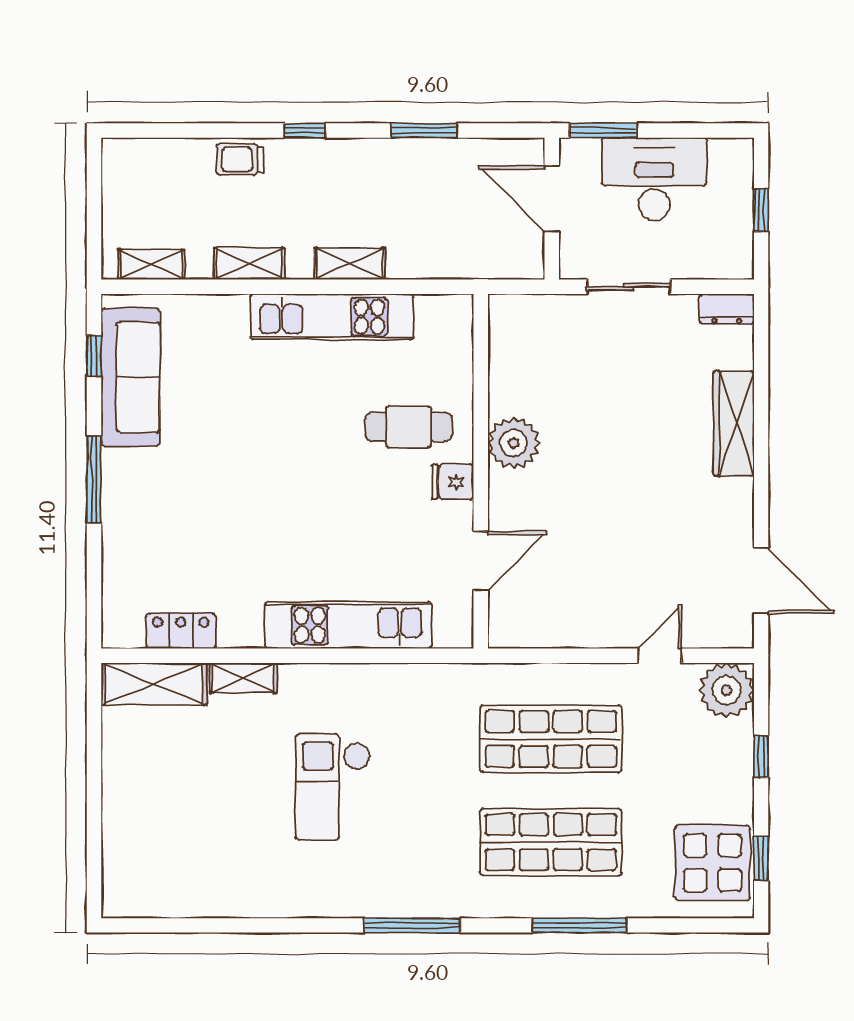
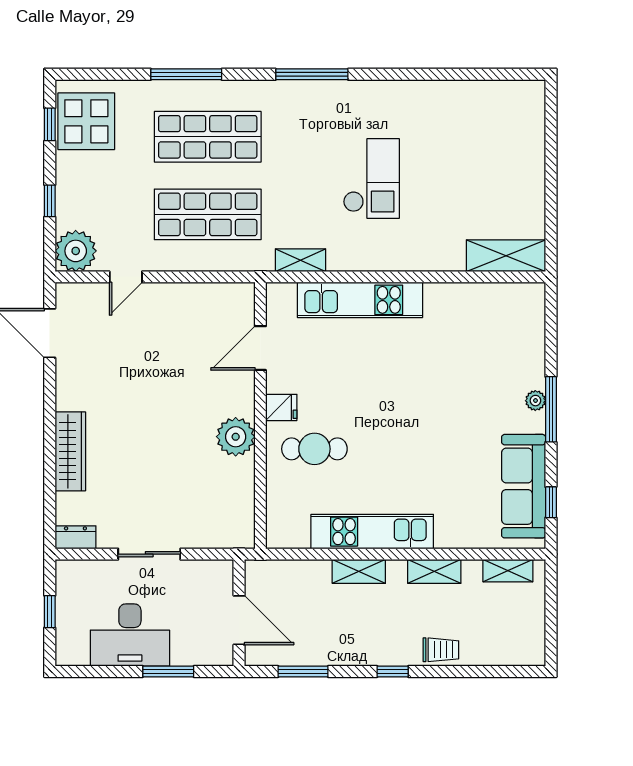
door: (552, 199) -> (239, 620), moved
wall: (552, 209) -> (239, 613), moved
plant: (115, 491) -> (535, 401), added
locker: (181, 631) -> (486, 296), removed
shelving: (243, 678) -> (300, 260), moved

